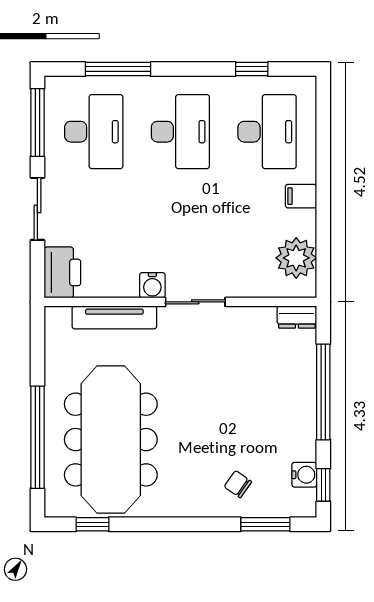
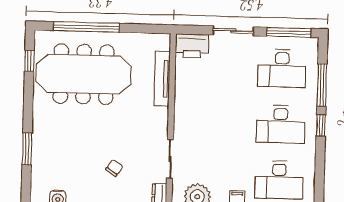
window: (252, 69) -> (321, 125), moved
water cooler: (152, 285) -> (182, 104), removed
sliding door: (195, 302) -> (170, 159), moved
chair: (238, 484) -> (114, 168), moved
window: (265, 524) -> (27, 149), moved

